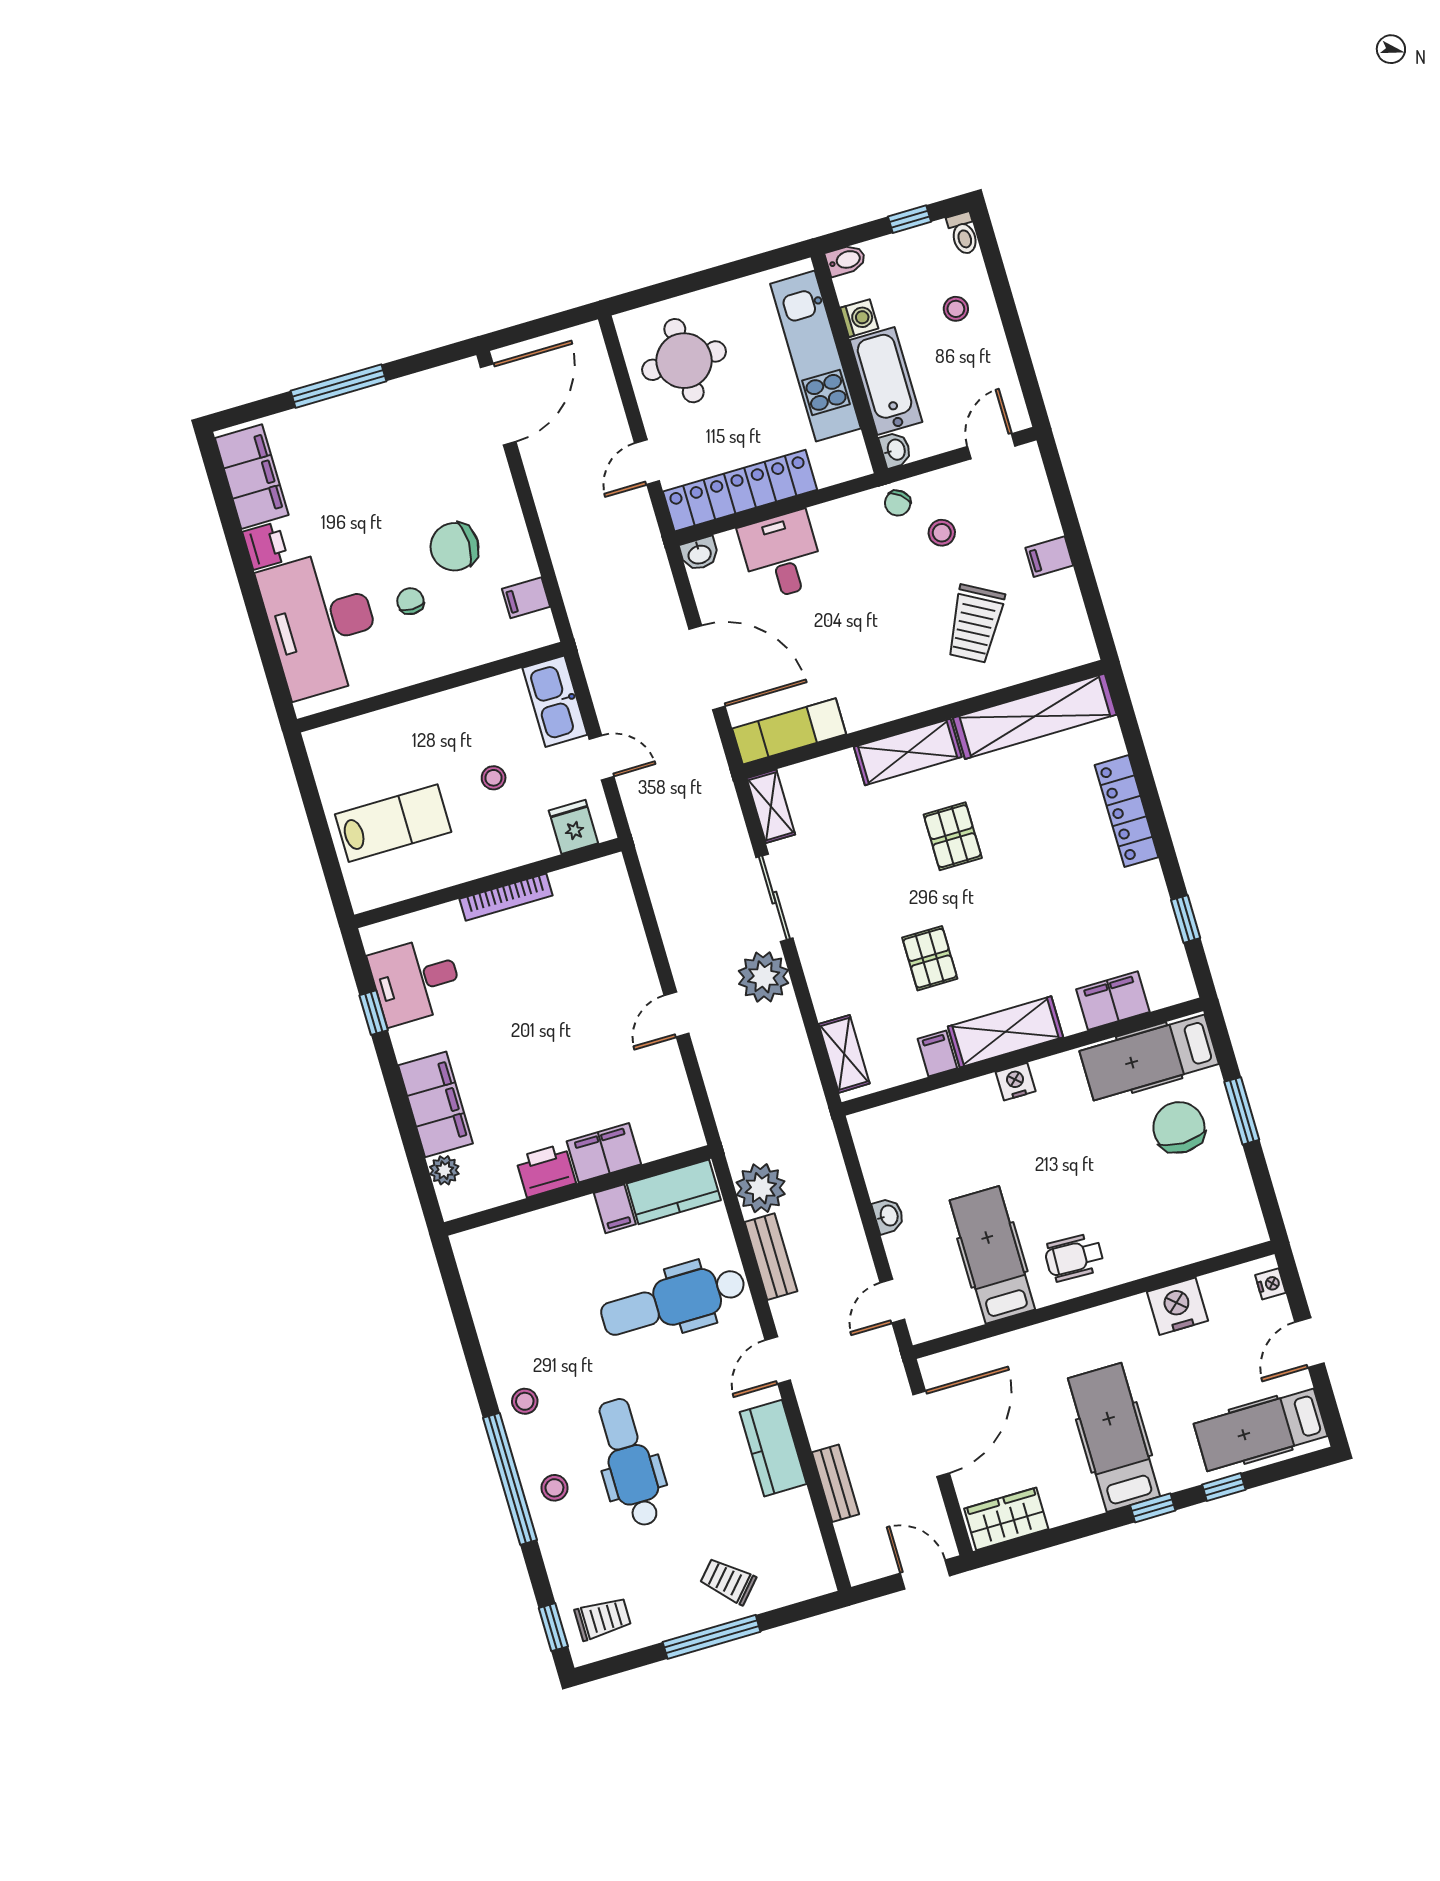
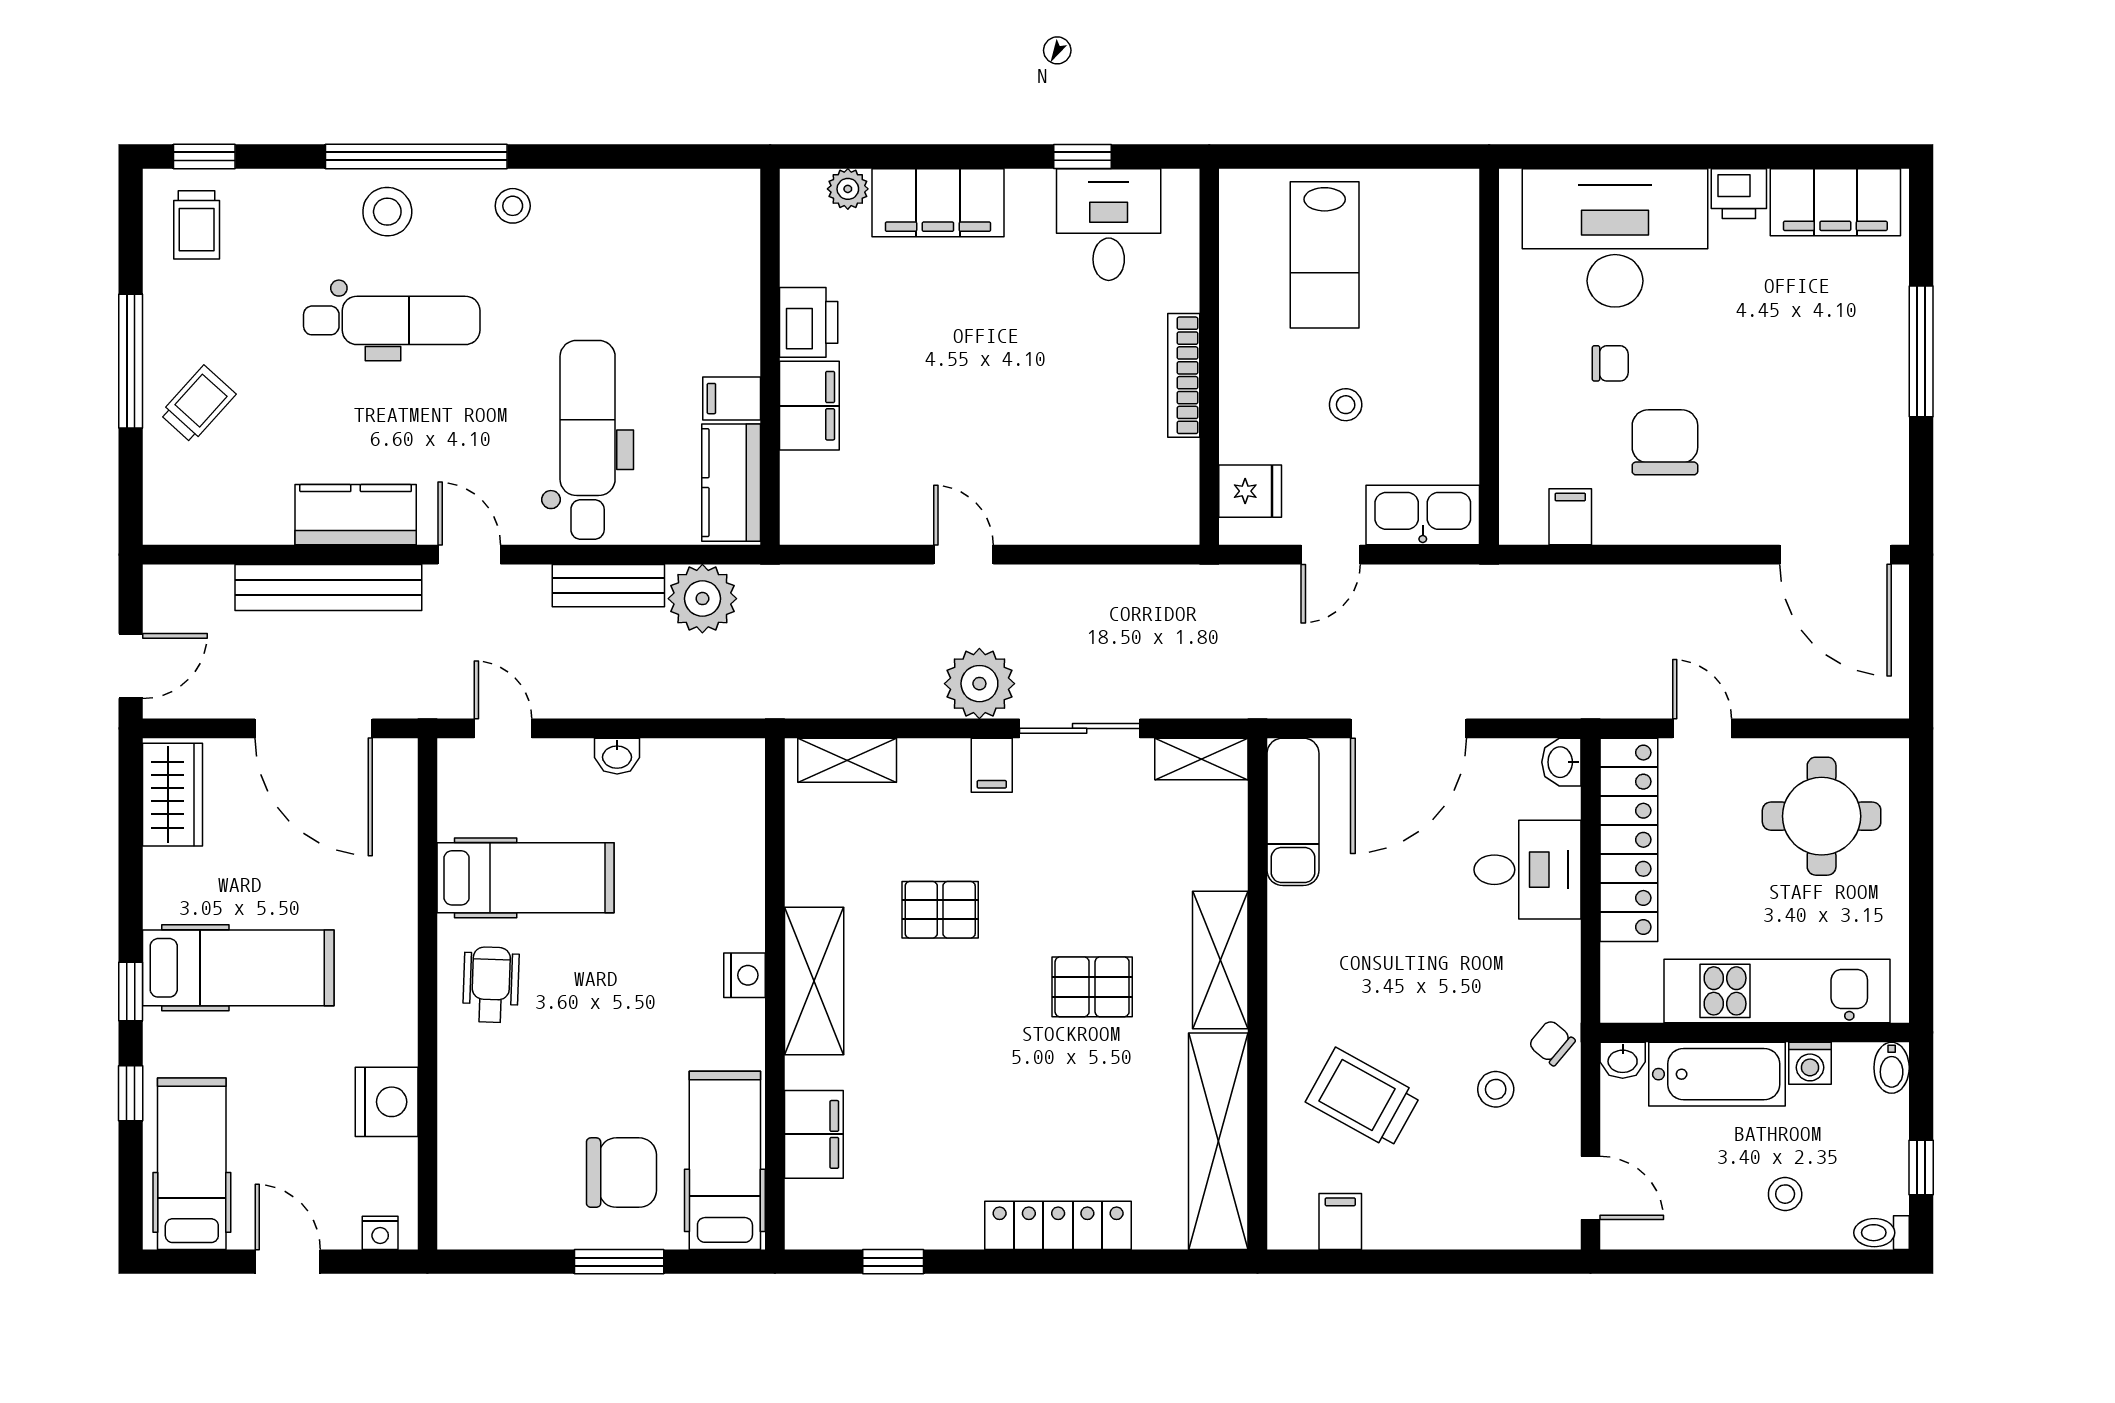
filing cabinet: (1049, 557) -> (1340, 1222), moved
filing cabinet: (937, 1054) -> (992, 765), moved, turned 90
bench: (835, 1483) -> (328, 587), width x1.86, depth x1.21
stool: (554, 1488) -> (387, 212), width x1.37, depth x1.37

